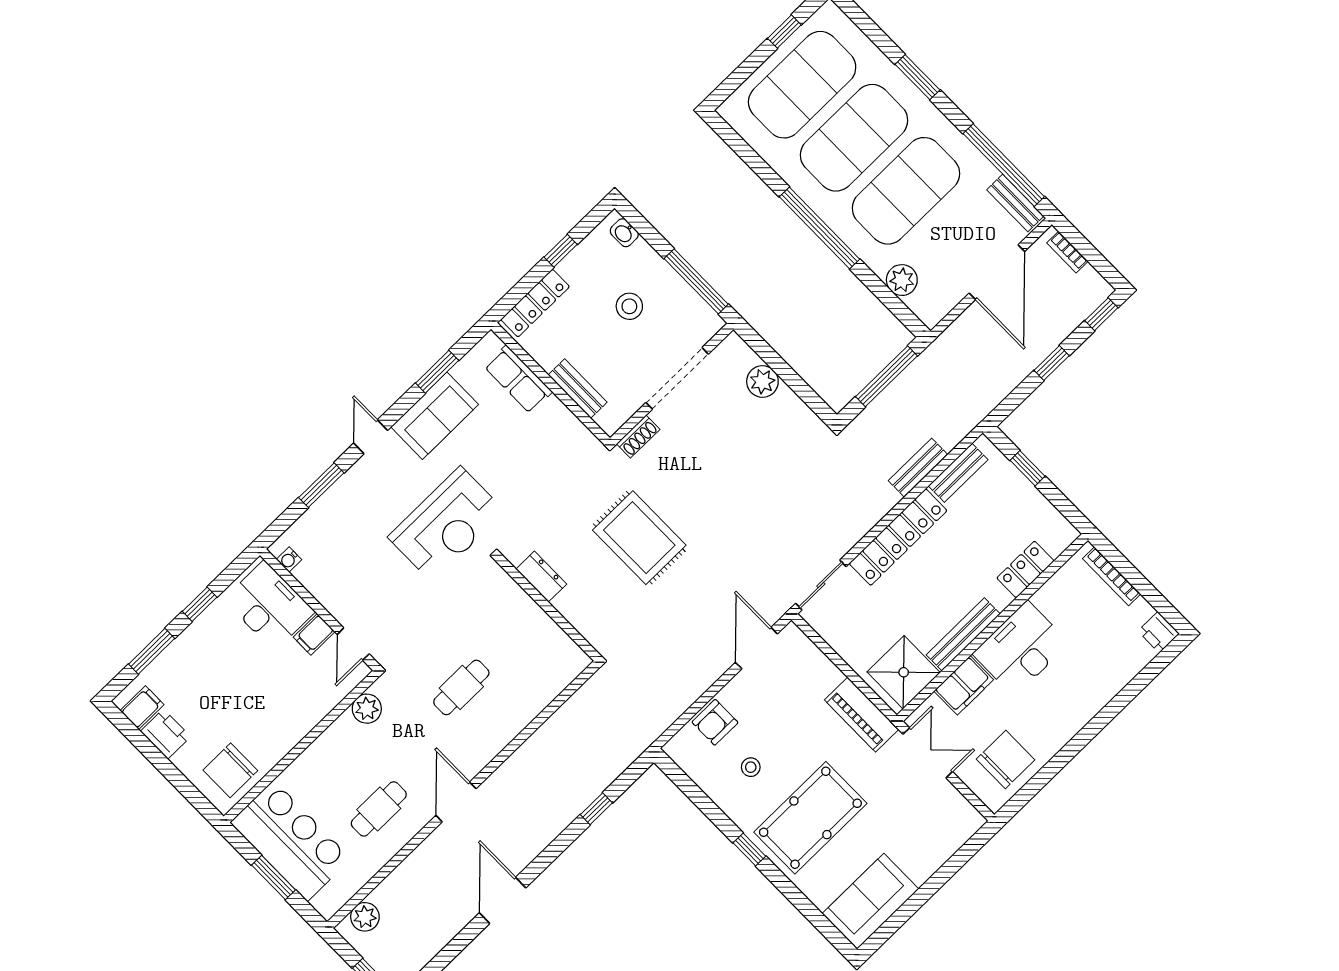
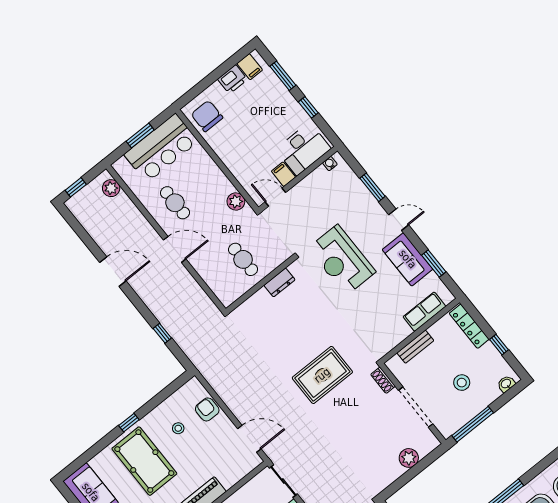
dresser: (541, 577) -> (280, 282), moved
wall: (548, 608) -> (260, 285), moved

